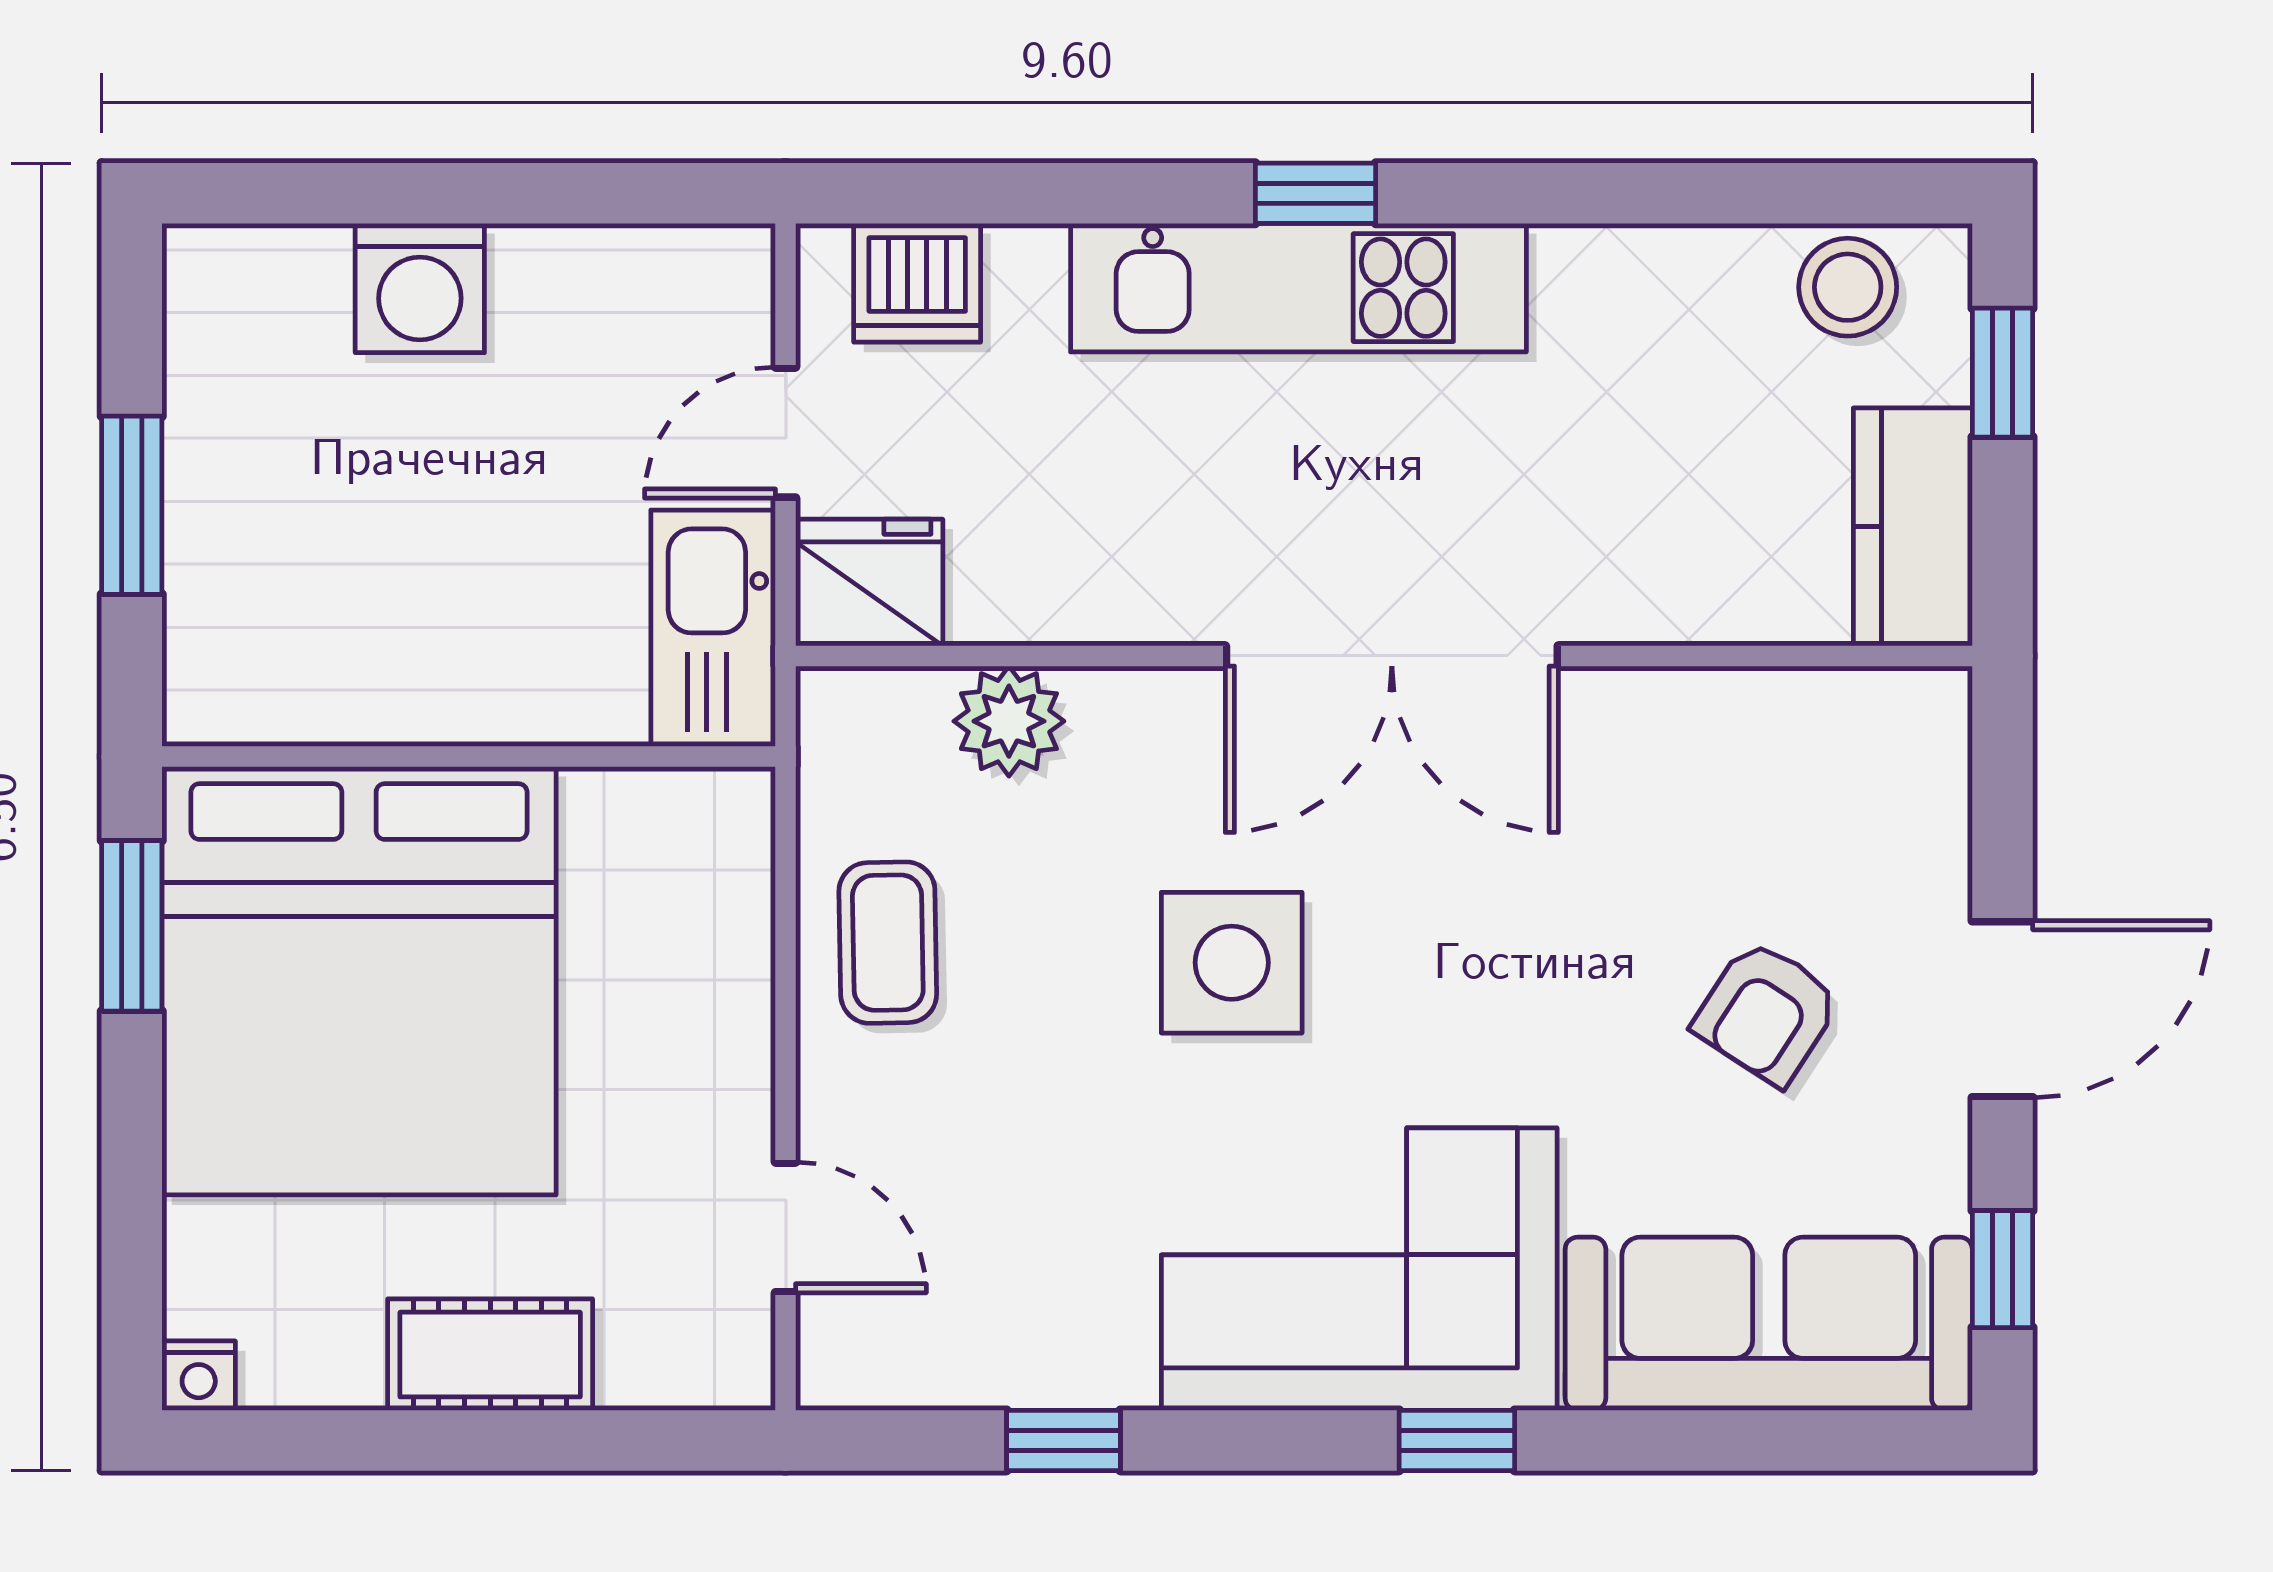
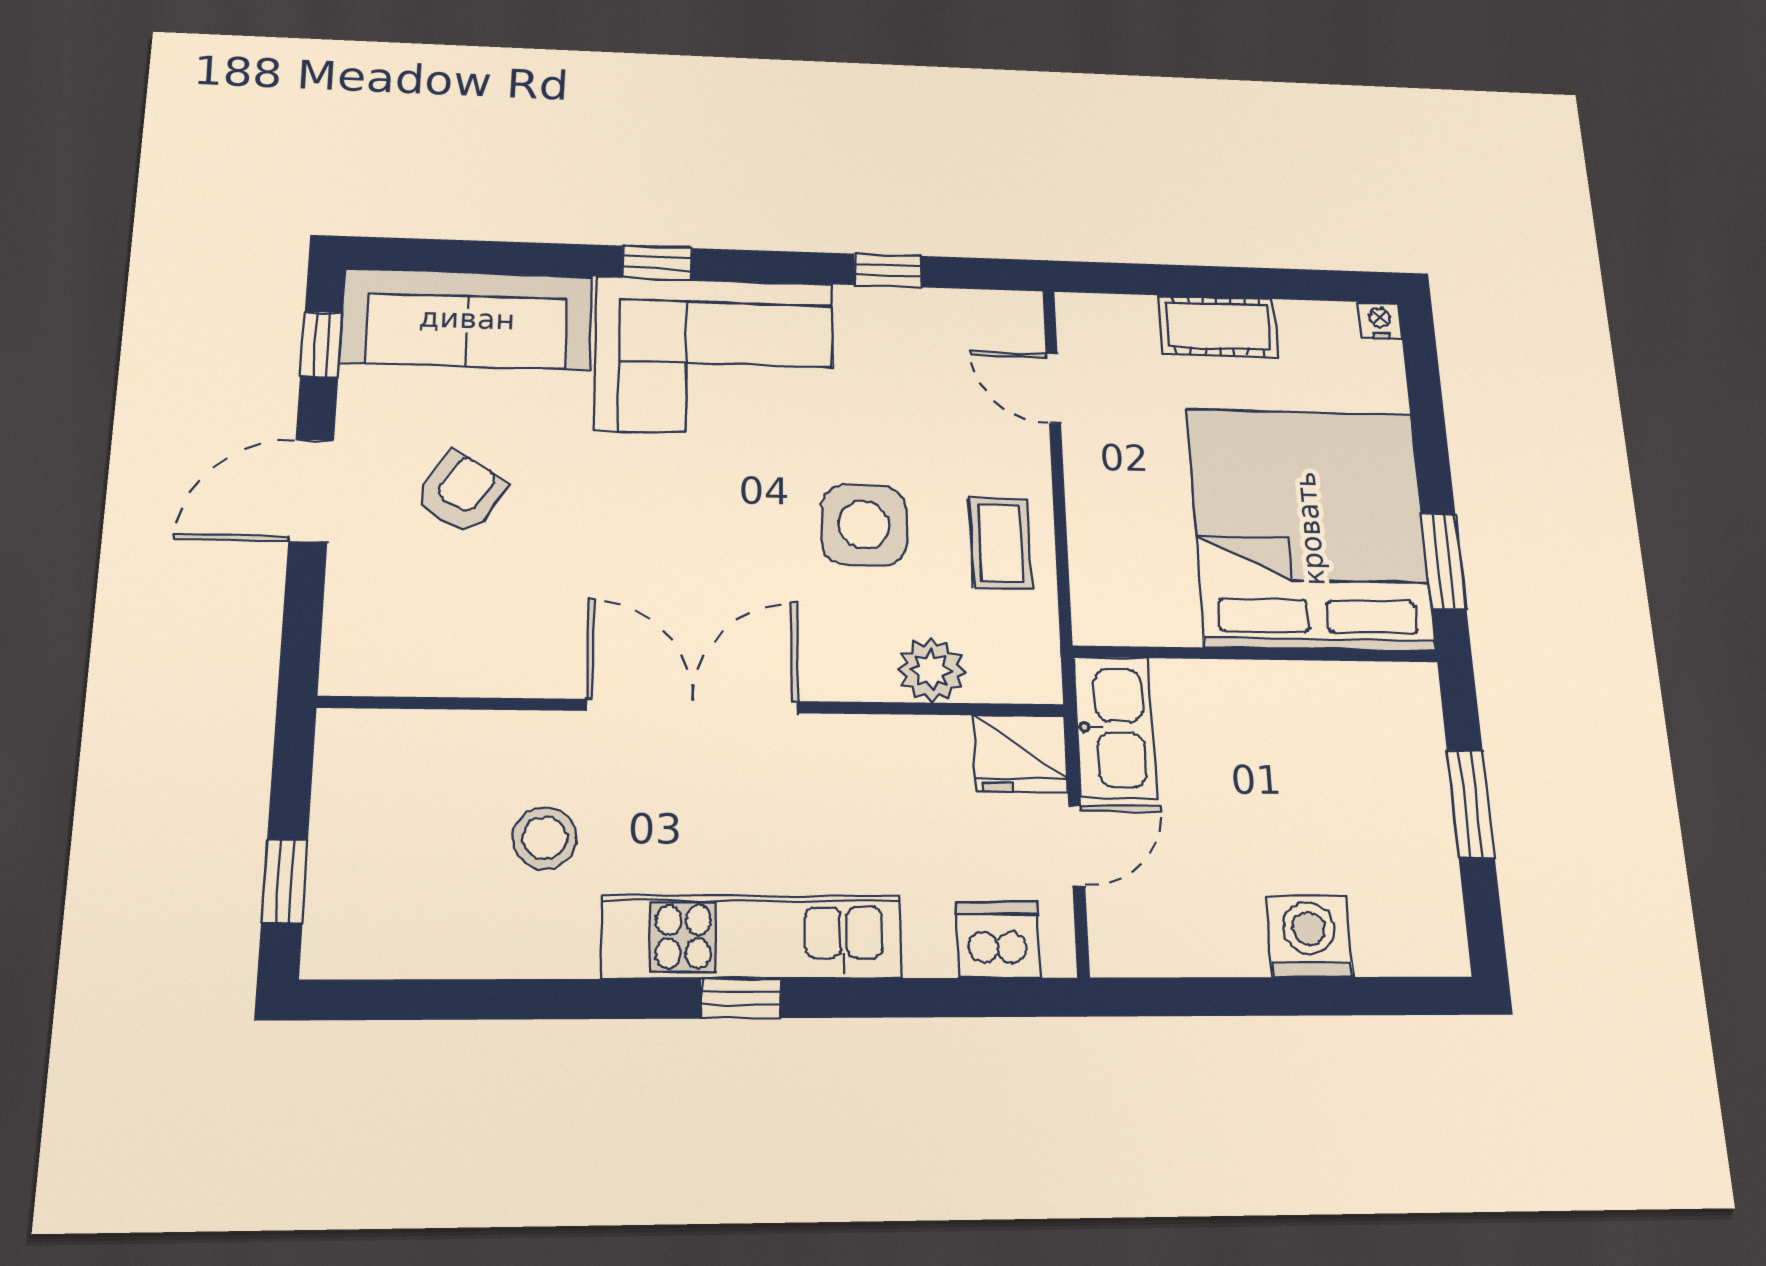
stool: (1848, 287) -> (545, 838), moved
kitchen counter: (1913, 527) -> (351, 783), removed
side table: (1232, 963) -> (864, 525), moved

